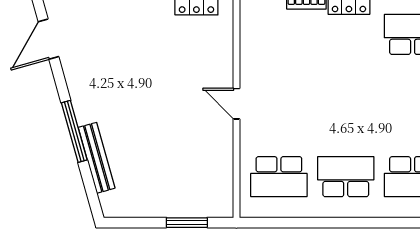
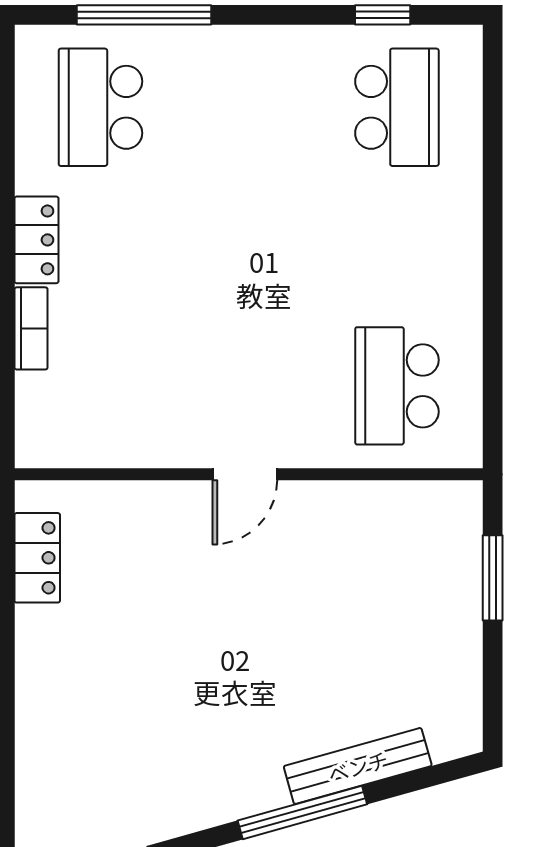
school desk: (279, 177) -> (397, 386), turned 180
school desk: (346, 177) -> (397, 247), removed

